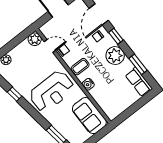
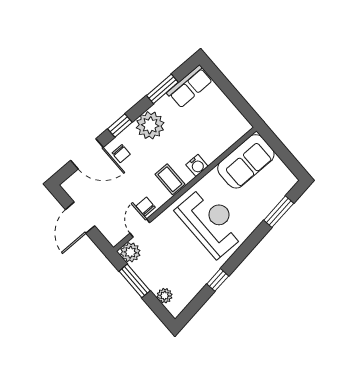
window: (16, 41) -> (135, 281), added

